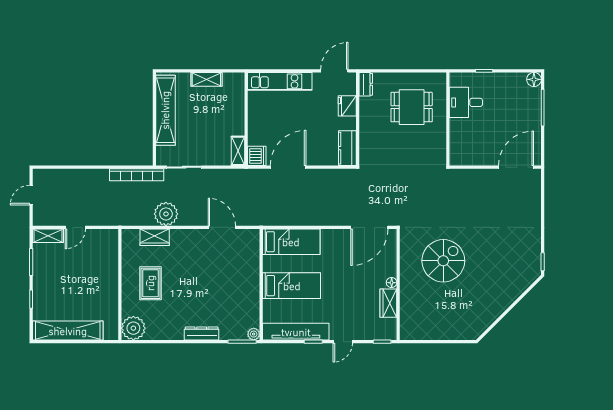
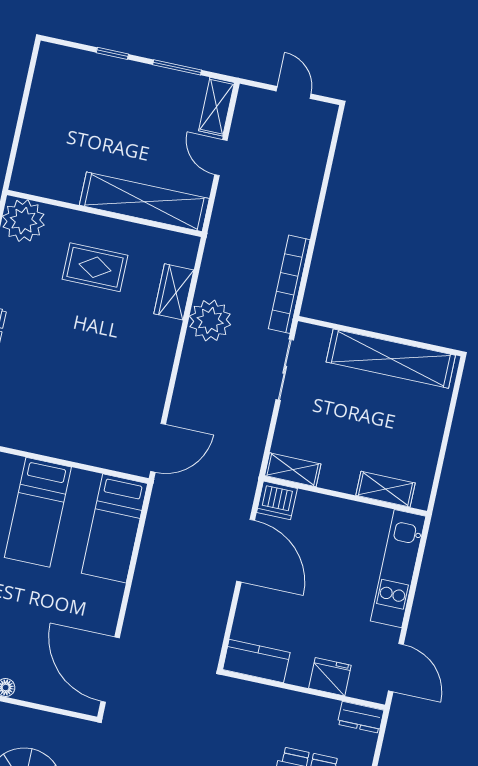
shelving: (206, 79) -> (385, 489), moved, turned 90
door: (222, 227) -> (158, 448), moved
shelving: (68, 331) -> (144, 202), moved, turned 90

